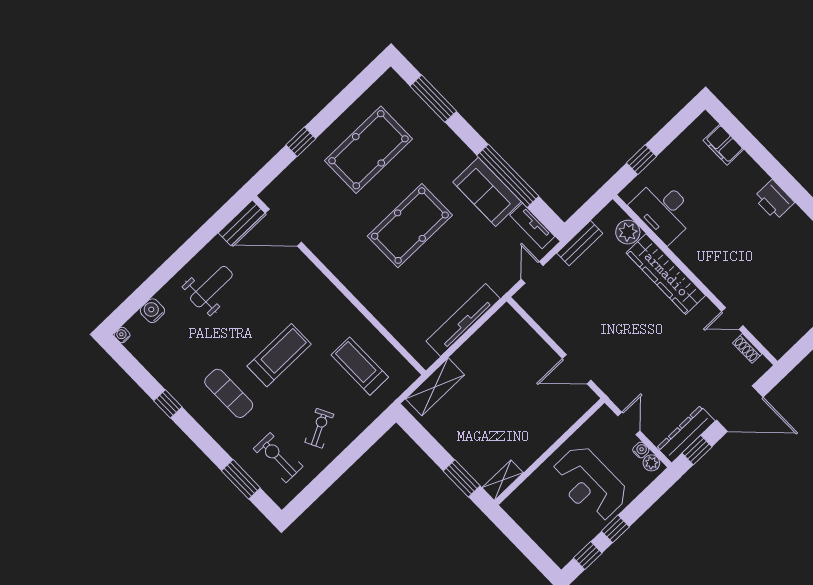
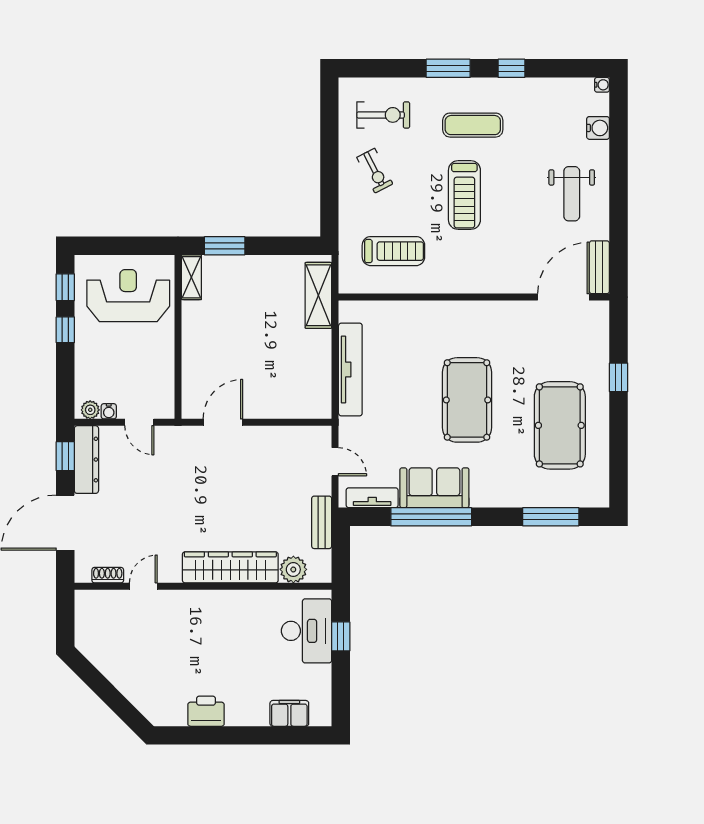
desk: (663, 210) -> (306, 631), moved, turned 90
window: (241, 479) -> (448, 68), moved
reception desk: (589, 484) -> (128, 296), moved

